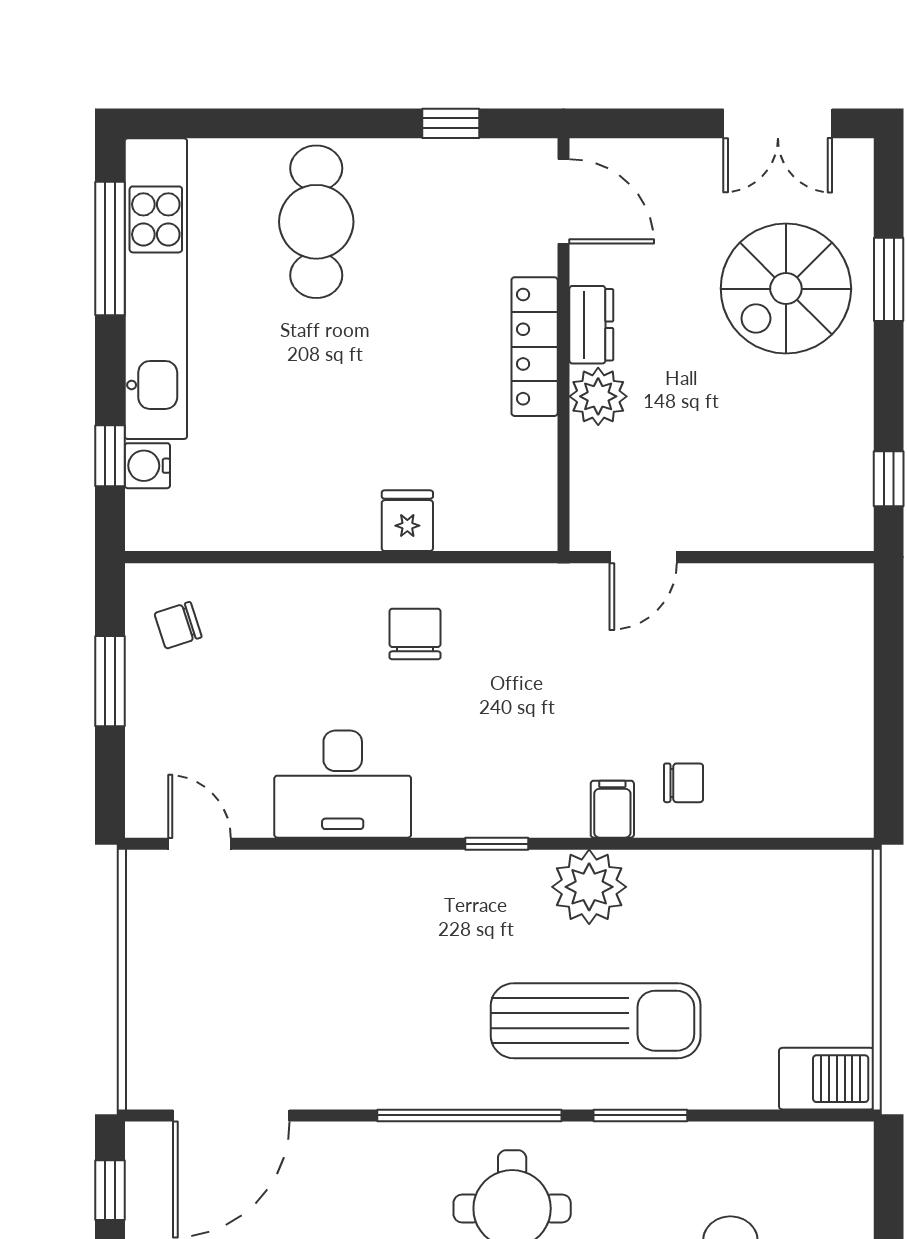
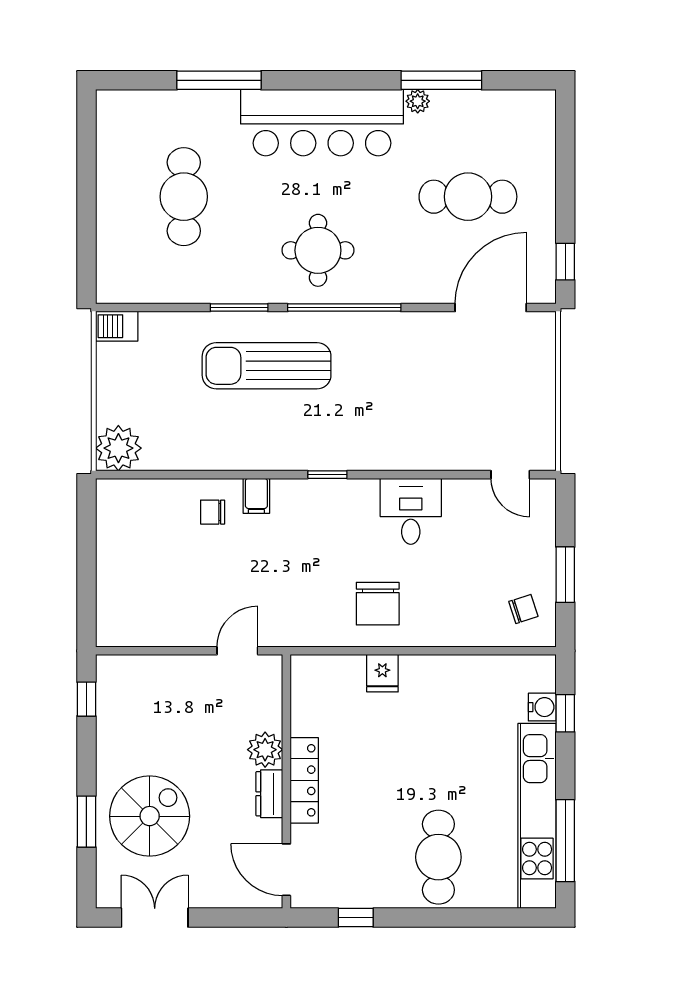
chair: (415, 634) -> (378, 604), width x1.37, depth x1.37
desk: (343, 784) -> (411, 511), width x0.73
plant: (589, 887) -> (118, 448), moved
barbecue: (826, 1079) -> (117, 326), width x0.73, depth x0.79

